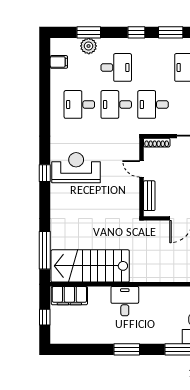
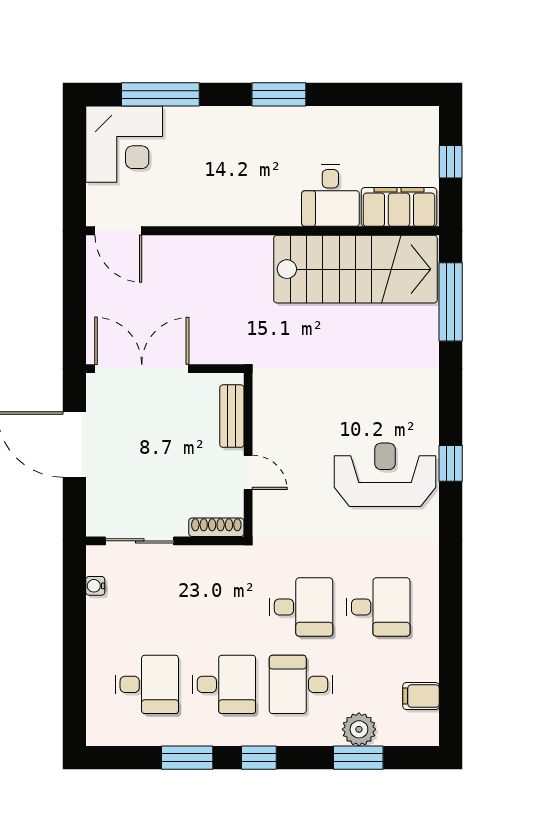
desk: (153, 104) -> (224, 684), moved
reception desk: (76, 168) -> (385, 475), turned 180
desk: (125, 301) -> (330, 195), moved

